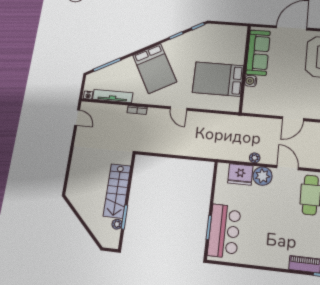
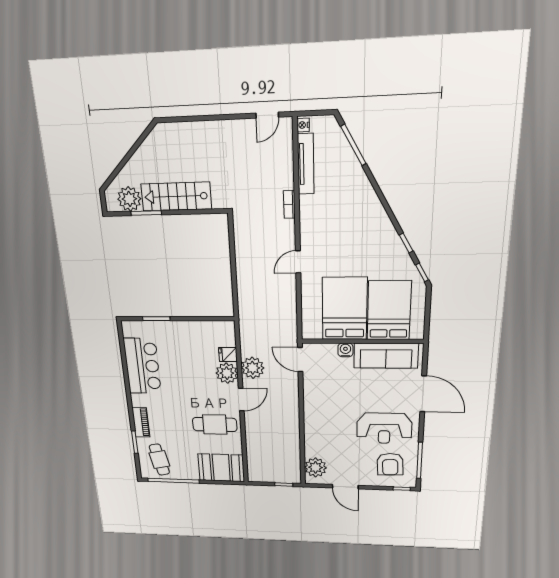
bed: (155, 68) -> (389, 310), moved, turned 119
door: (293, 119) -> (300, 360), moved
plant: (255, 158) -> (253, 368), width x1.87, depth x1.87
fridge: (240, 174) -> (228, 355), width x0.53, depth x0.75
plant: (117, 224) -> (129, 199), width x1.88, depth x1.88
bar counter: (224, 231) -> (142, 366), moved, turned -90

